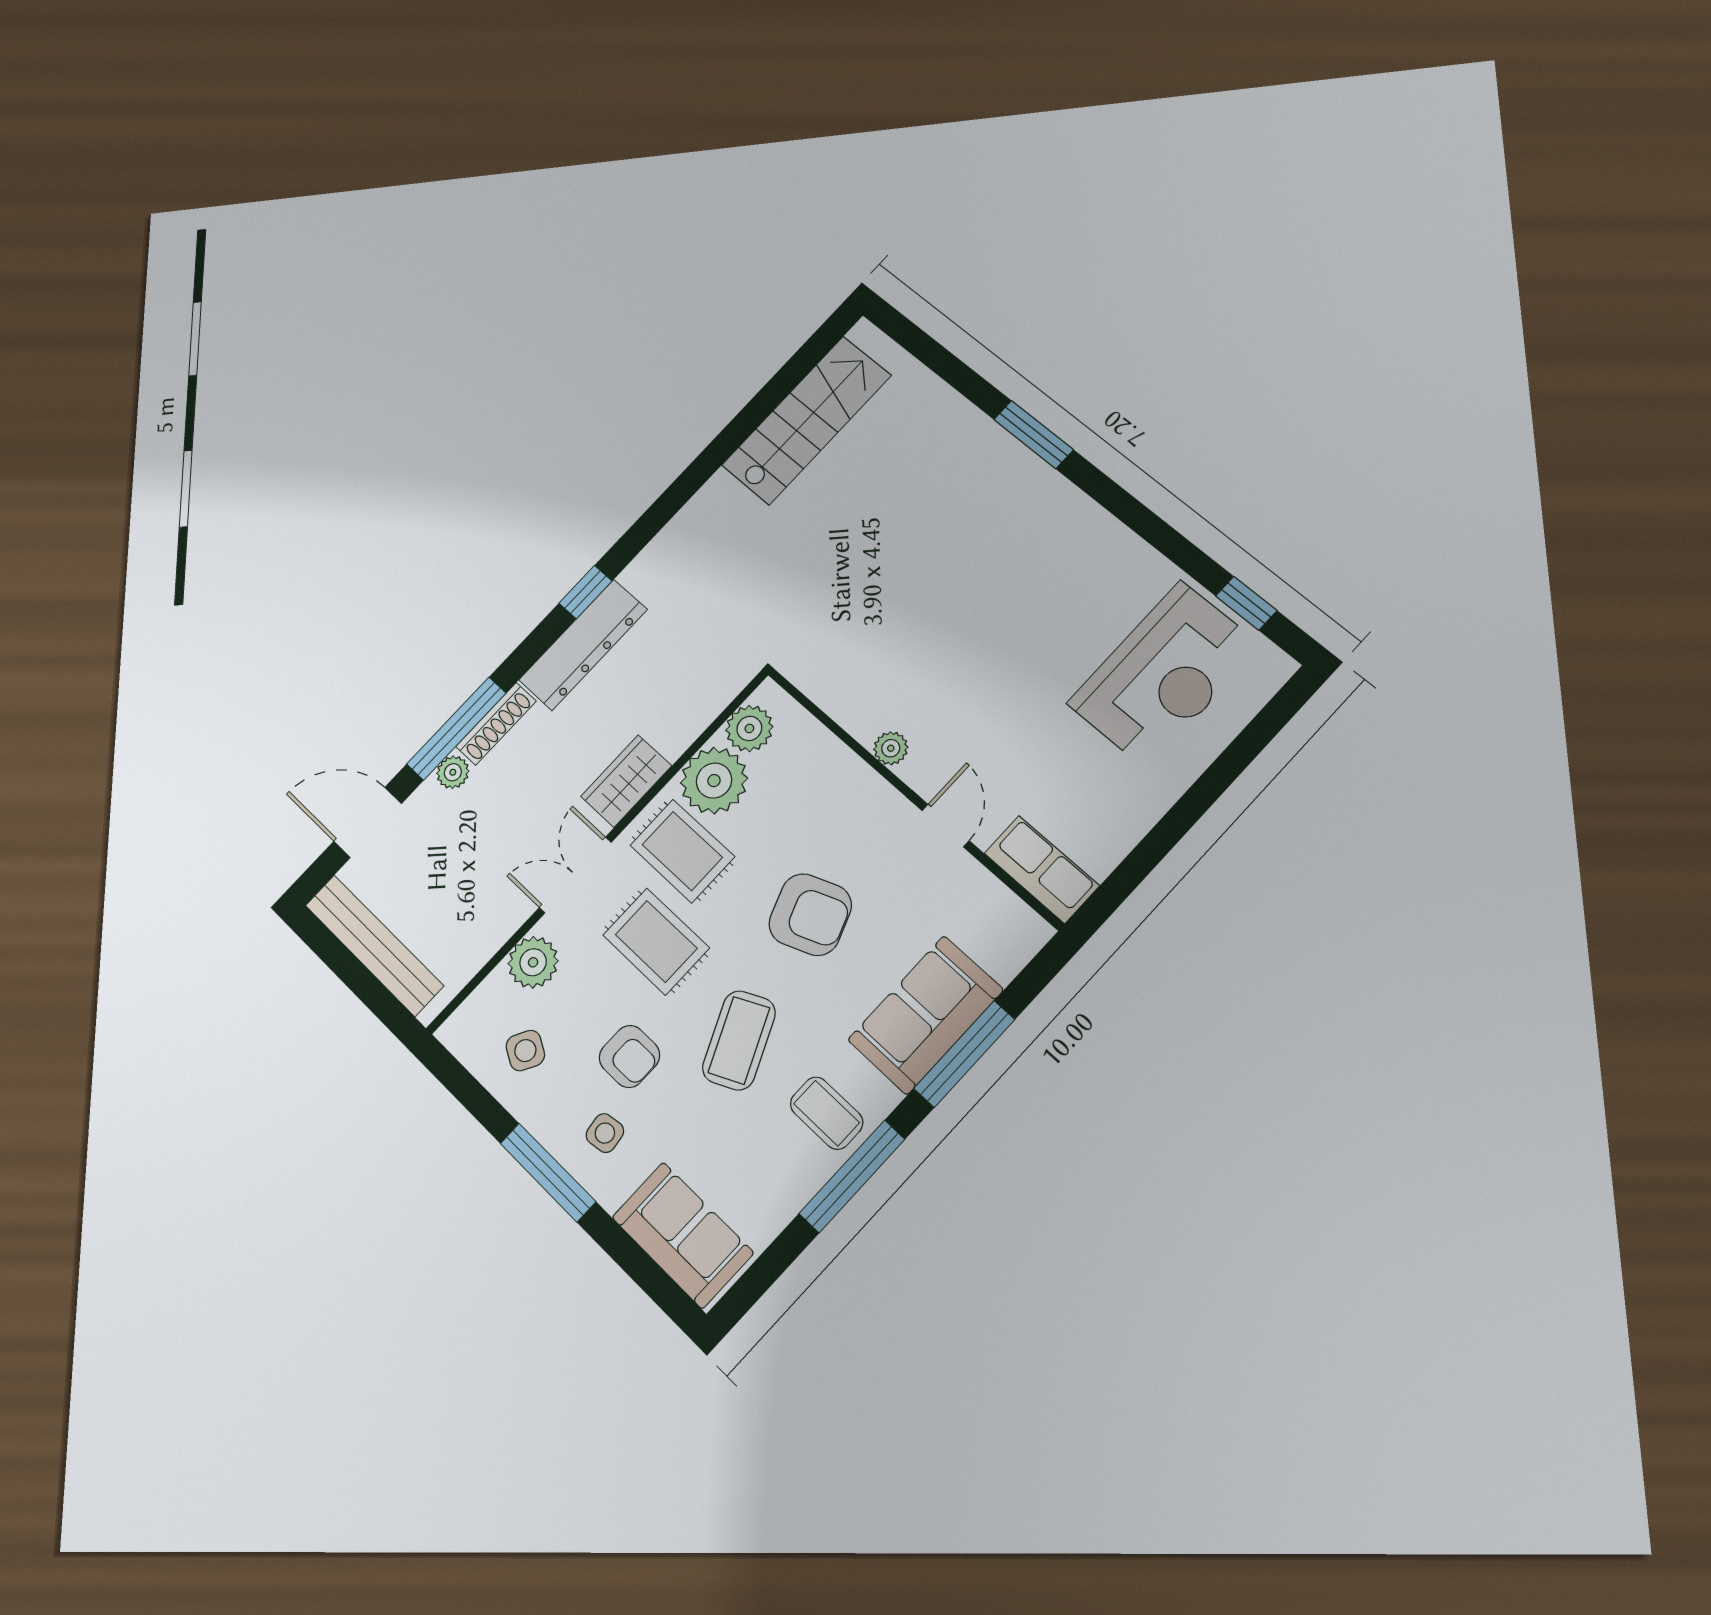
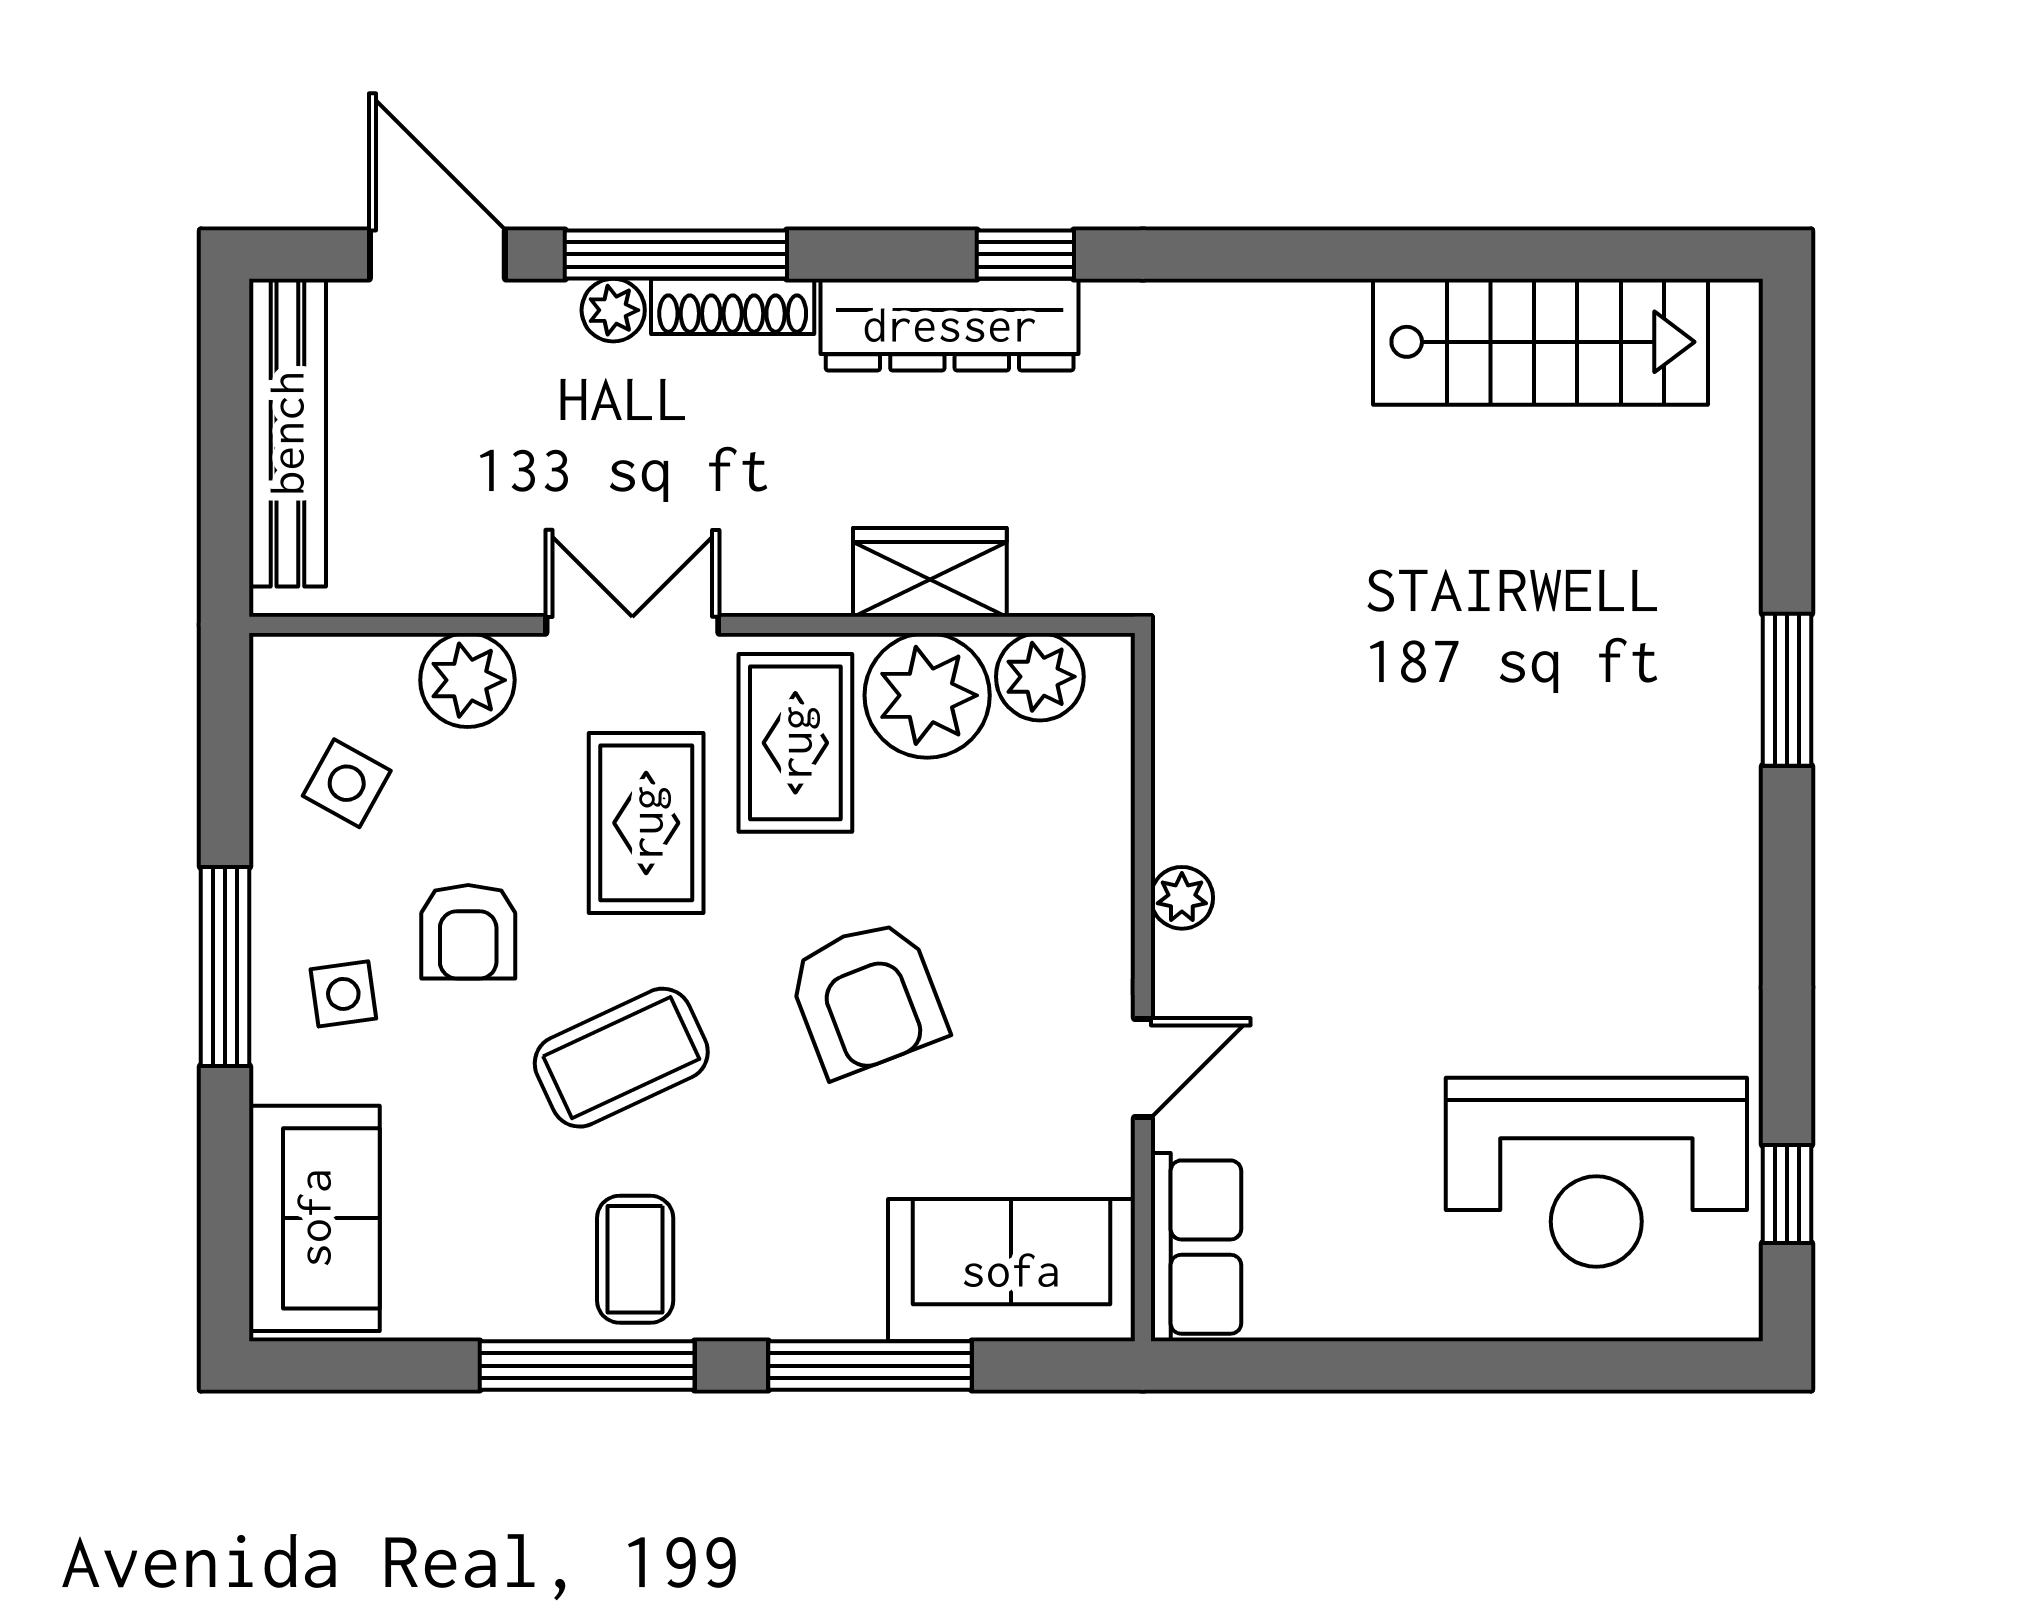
wardrobe: (626, 781) -> (930, 572), moved
sofa: (925, 1015) -> (1011, 1270), moved

